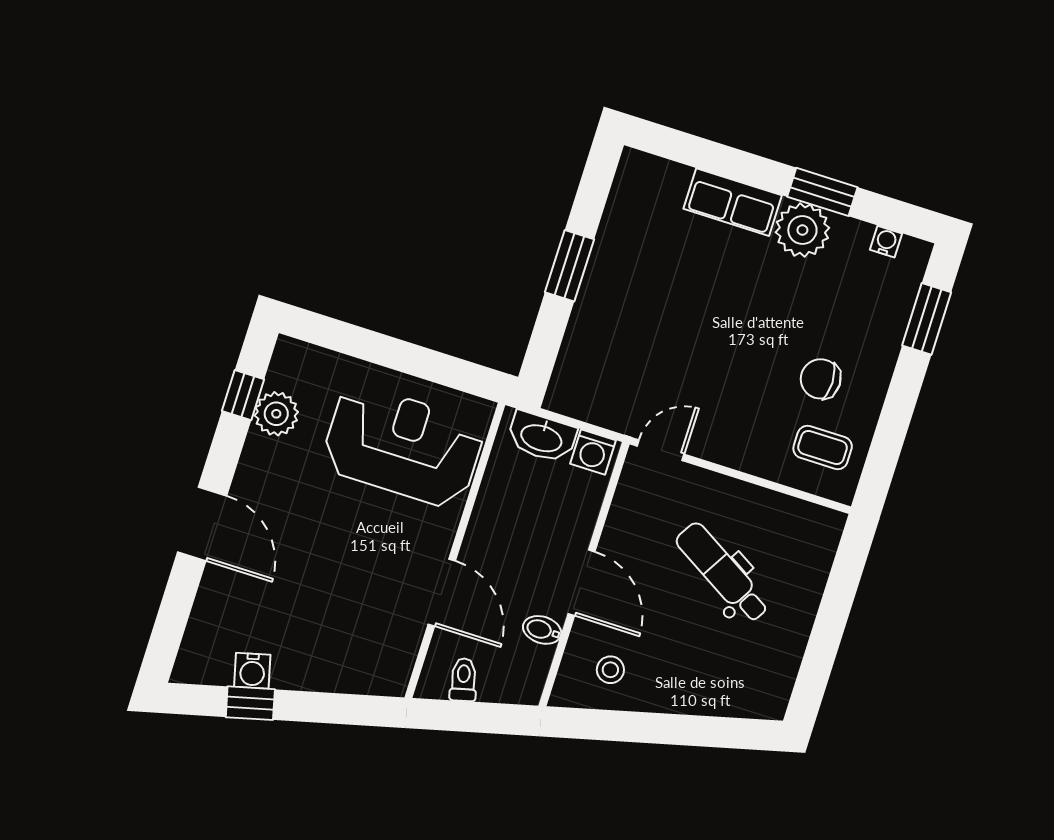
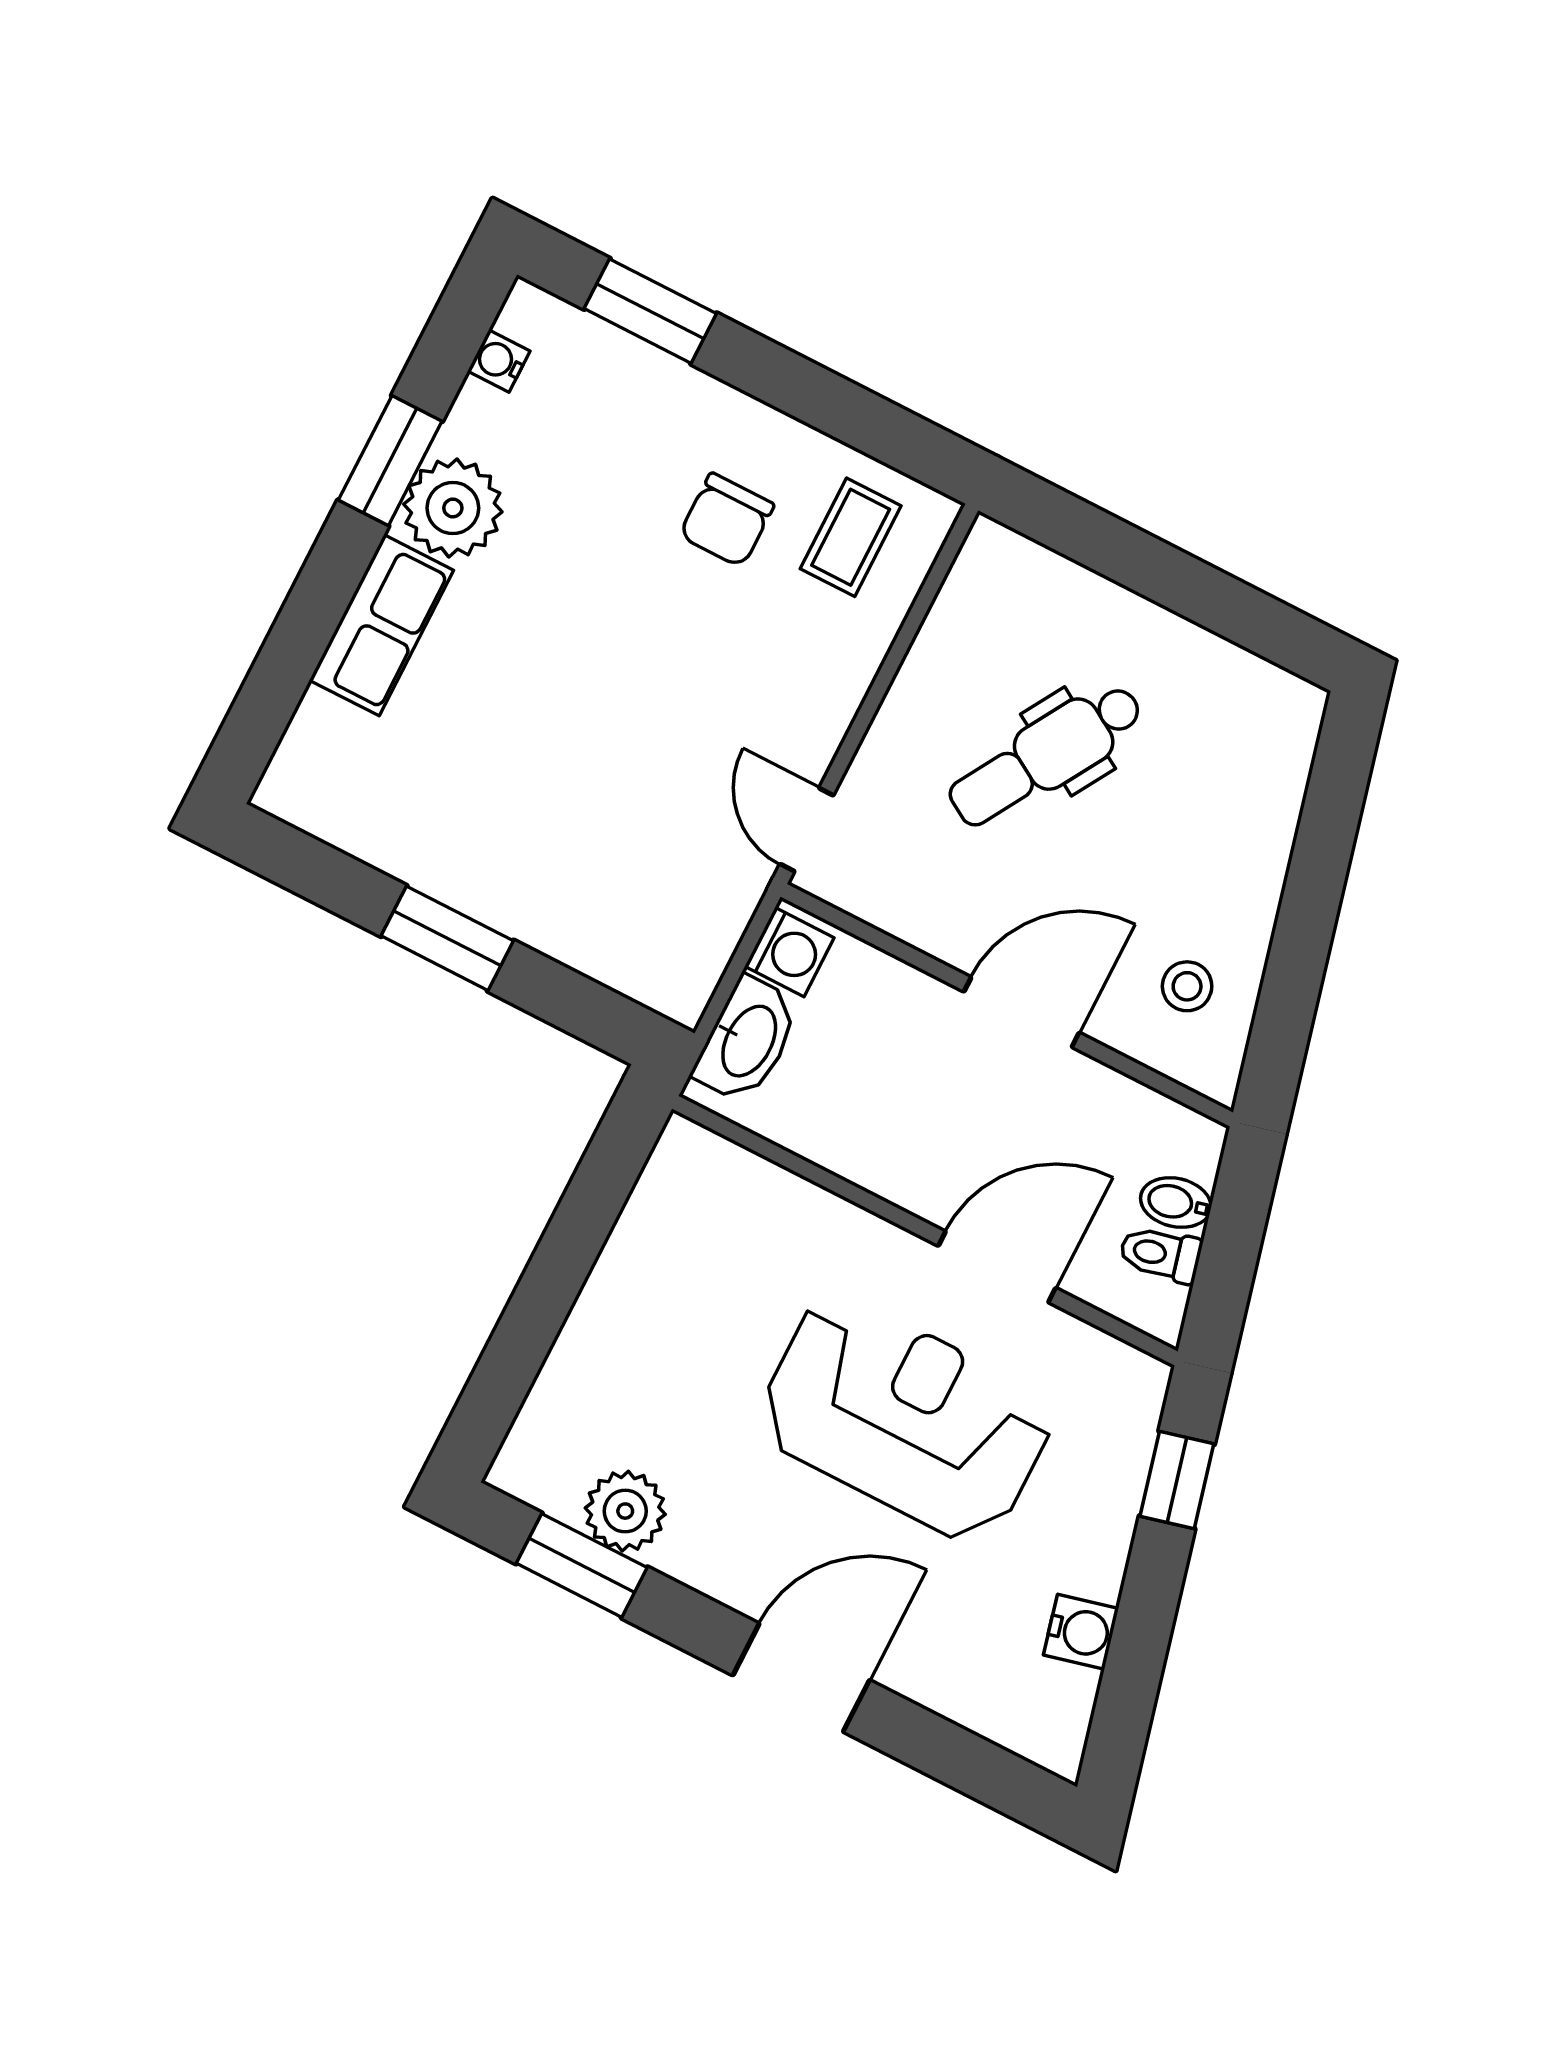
window: (243, 395) -> (582, 1565), width x1.50
reception desk: (403, 446) -> (905, 1418), moved, turned 90
bidet: (542, 630) -> (1176, 1202), moved, turned 76
window: (250, 703) -> (1177, 1480), moved

